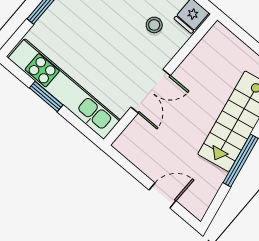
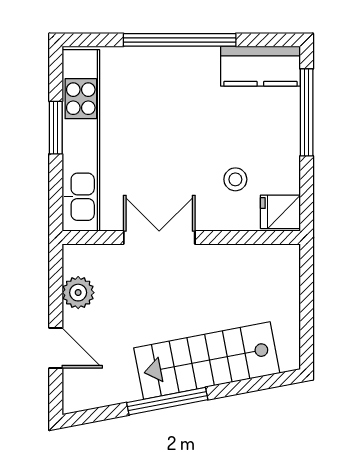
double door: (151, 91) -> (159, 238), swing flipped
plant: (143, 159) -> (78, 293), added

